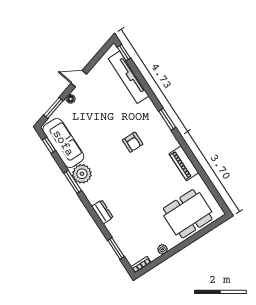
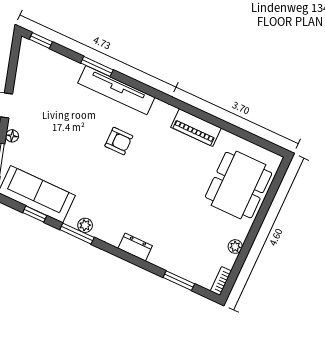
tv unit: (129, 77) -> (116, 90), moved
window: (167, 119) -> (97, 66), moved
window: (49, 145) -> (35, 214), moved
plant: (82, 174) -> (85, 225), width x0.53, depth x0.53

